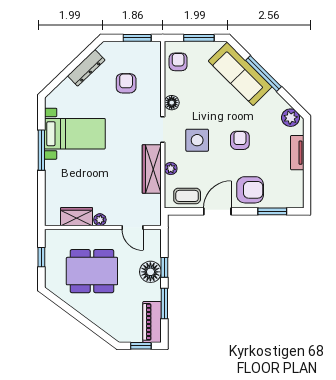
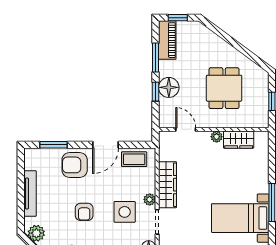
tv unit: (297, 153) -> (30, 194), width x1.41
plant: (171, 169) -> (150, 199), moved
dining table: (92, 271) -> (224, 88), width x0.73

